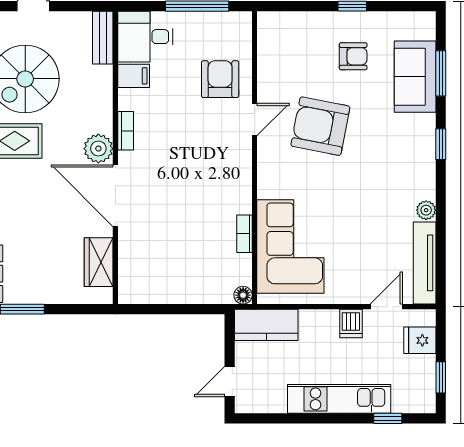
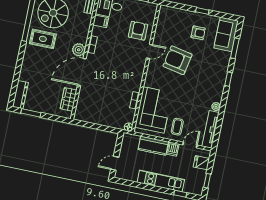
sofa: (415, 77) -> (226, 34), moved
door: (115, 196) -> (82, 72), hinge flipped
coffee table: (350, 272) -> (177, 127), added
kitchen counter: (266, 325) -> (153, 146), moved

